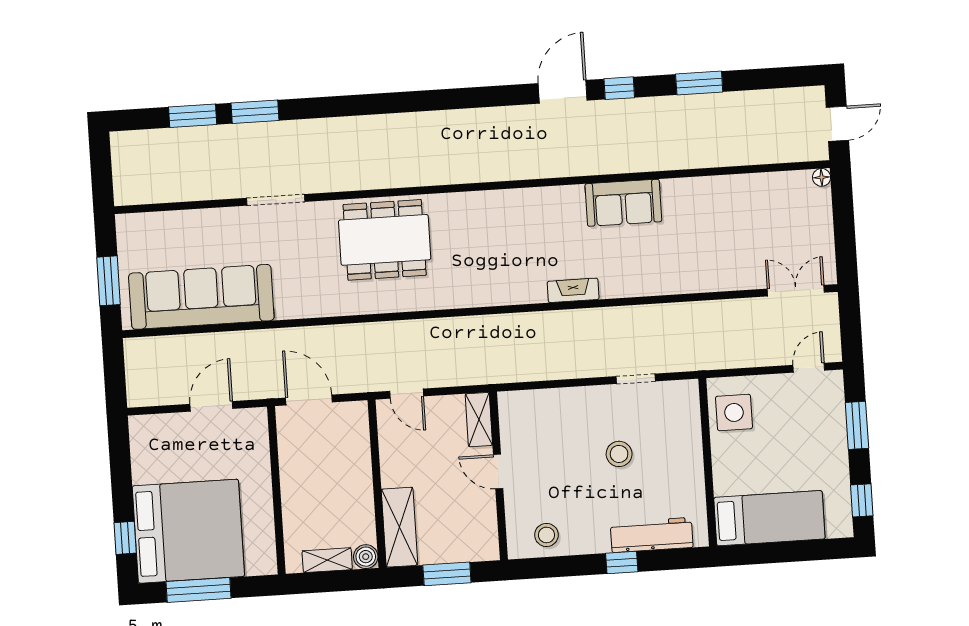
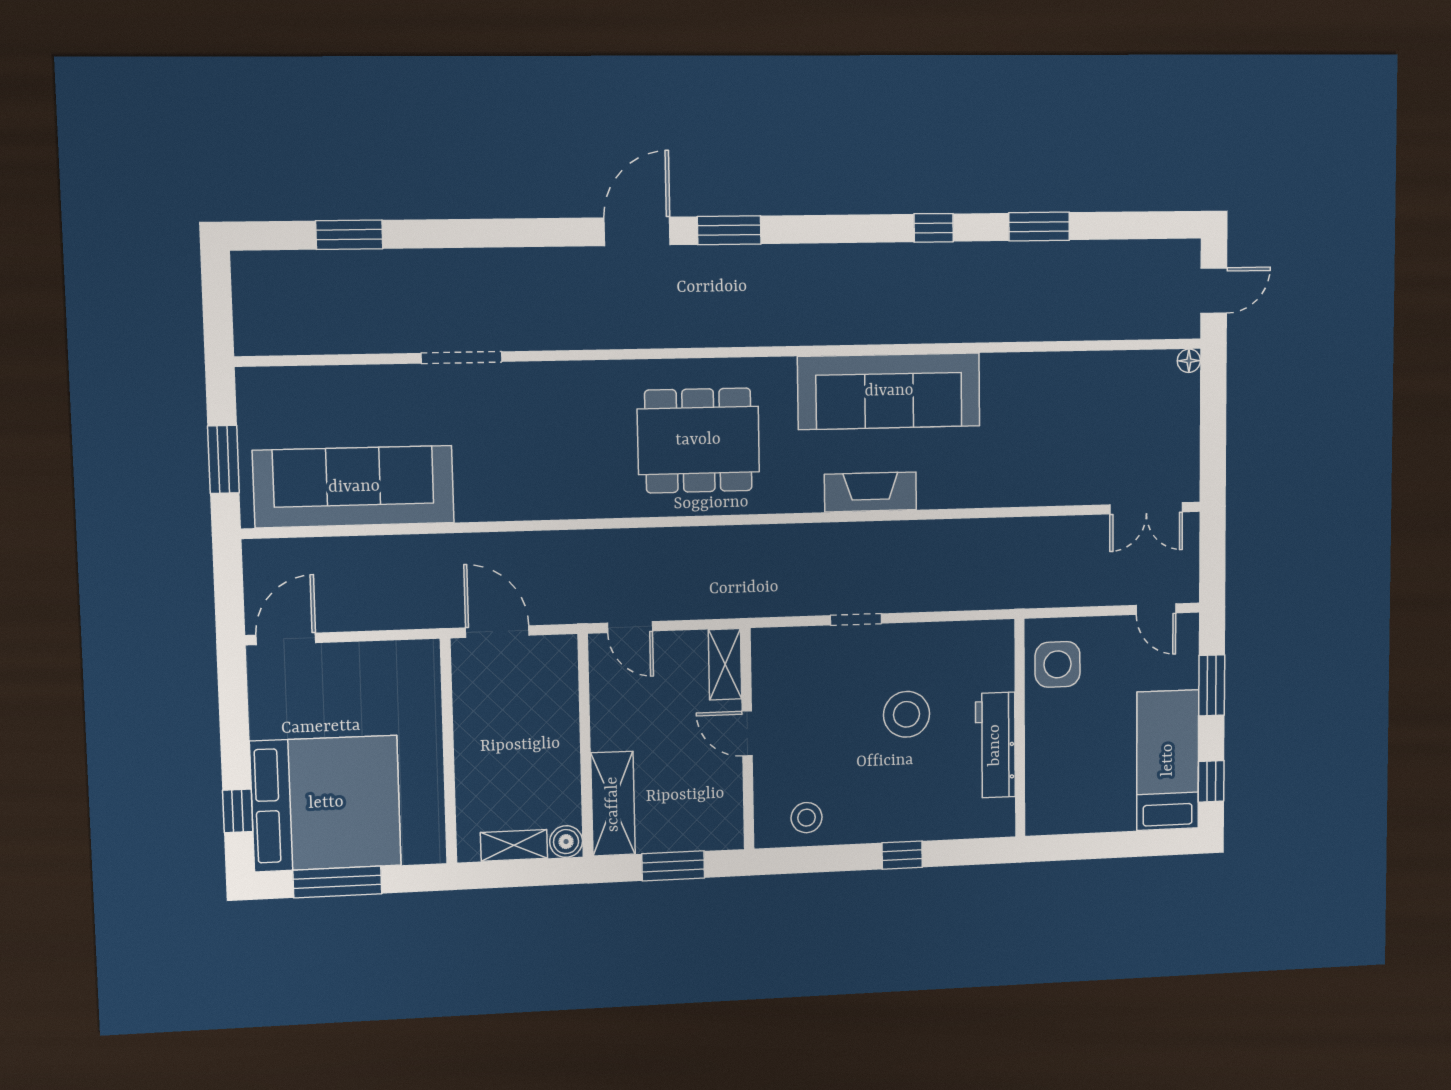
door: (563, 92) -> (637, 231), moved
window: (255, 112) -> (729, 230), moved
sofa: (623, 203) -> (889, 391), width x1.85, depth x1.27
dining table: (385, 240) -> (698, 440), moved
fireplace: (573, 290) -> (870, 492), width x1.37, depth x1.32
double door: (796, 291) -> (1146, 508), swing flipped
door: (809, 368) -> (1156, 609), swing flipped
doorway: (636, 379) -> (856, 619), moved
door: (211, 406) -> (286, 639), moved
stool: (619, 454) -> (907, 714), width x1.38, depth x1.38
bed: (769, 518) -> (1168, 760), moved, turned -90
workbench: (652, 535) -> (995, 745), moved, turned -90

